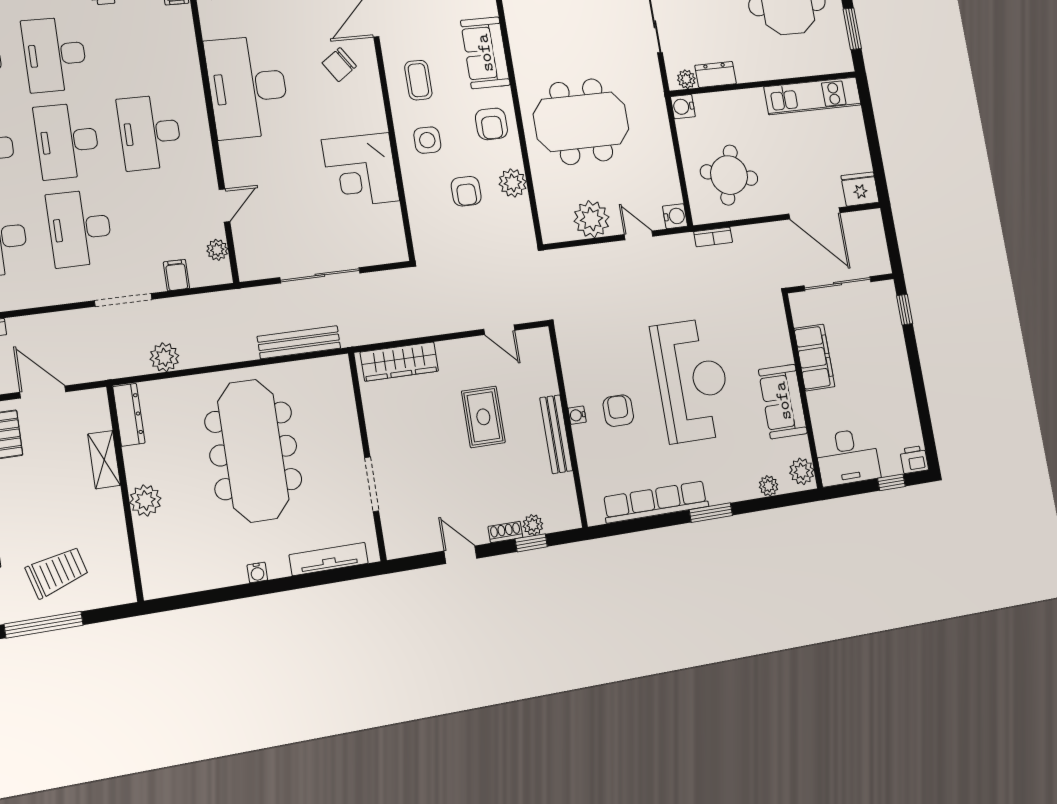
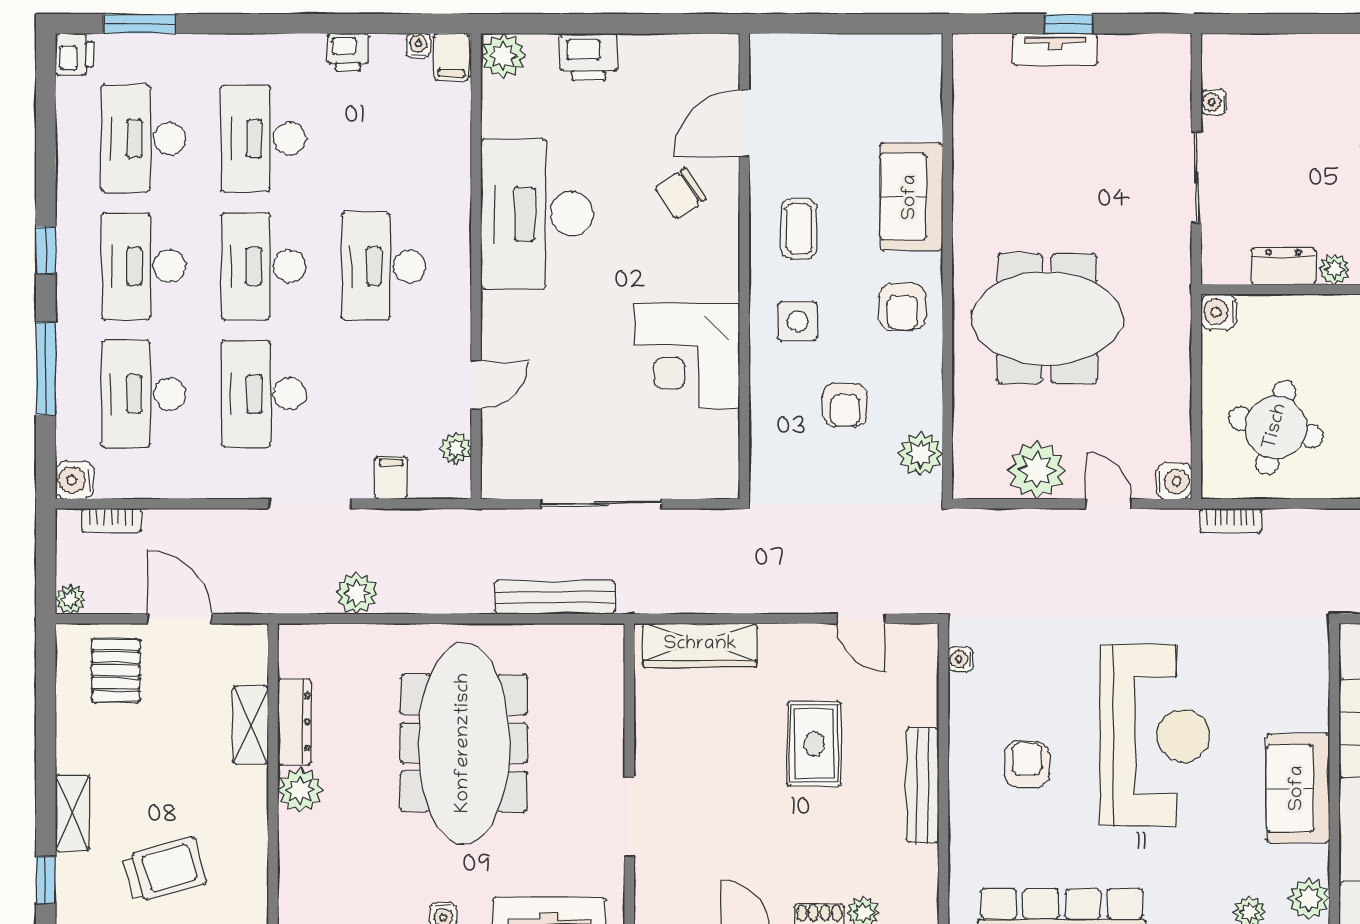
plant: (686, 79) -> (1334, 269), moved
plant: (513, 183) -> (920, 454), moved
dresser: (129, 415) -> (294, 722), moved
water cooler: (577, 415) -> (961, 659), moved

